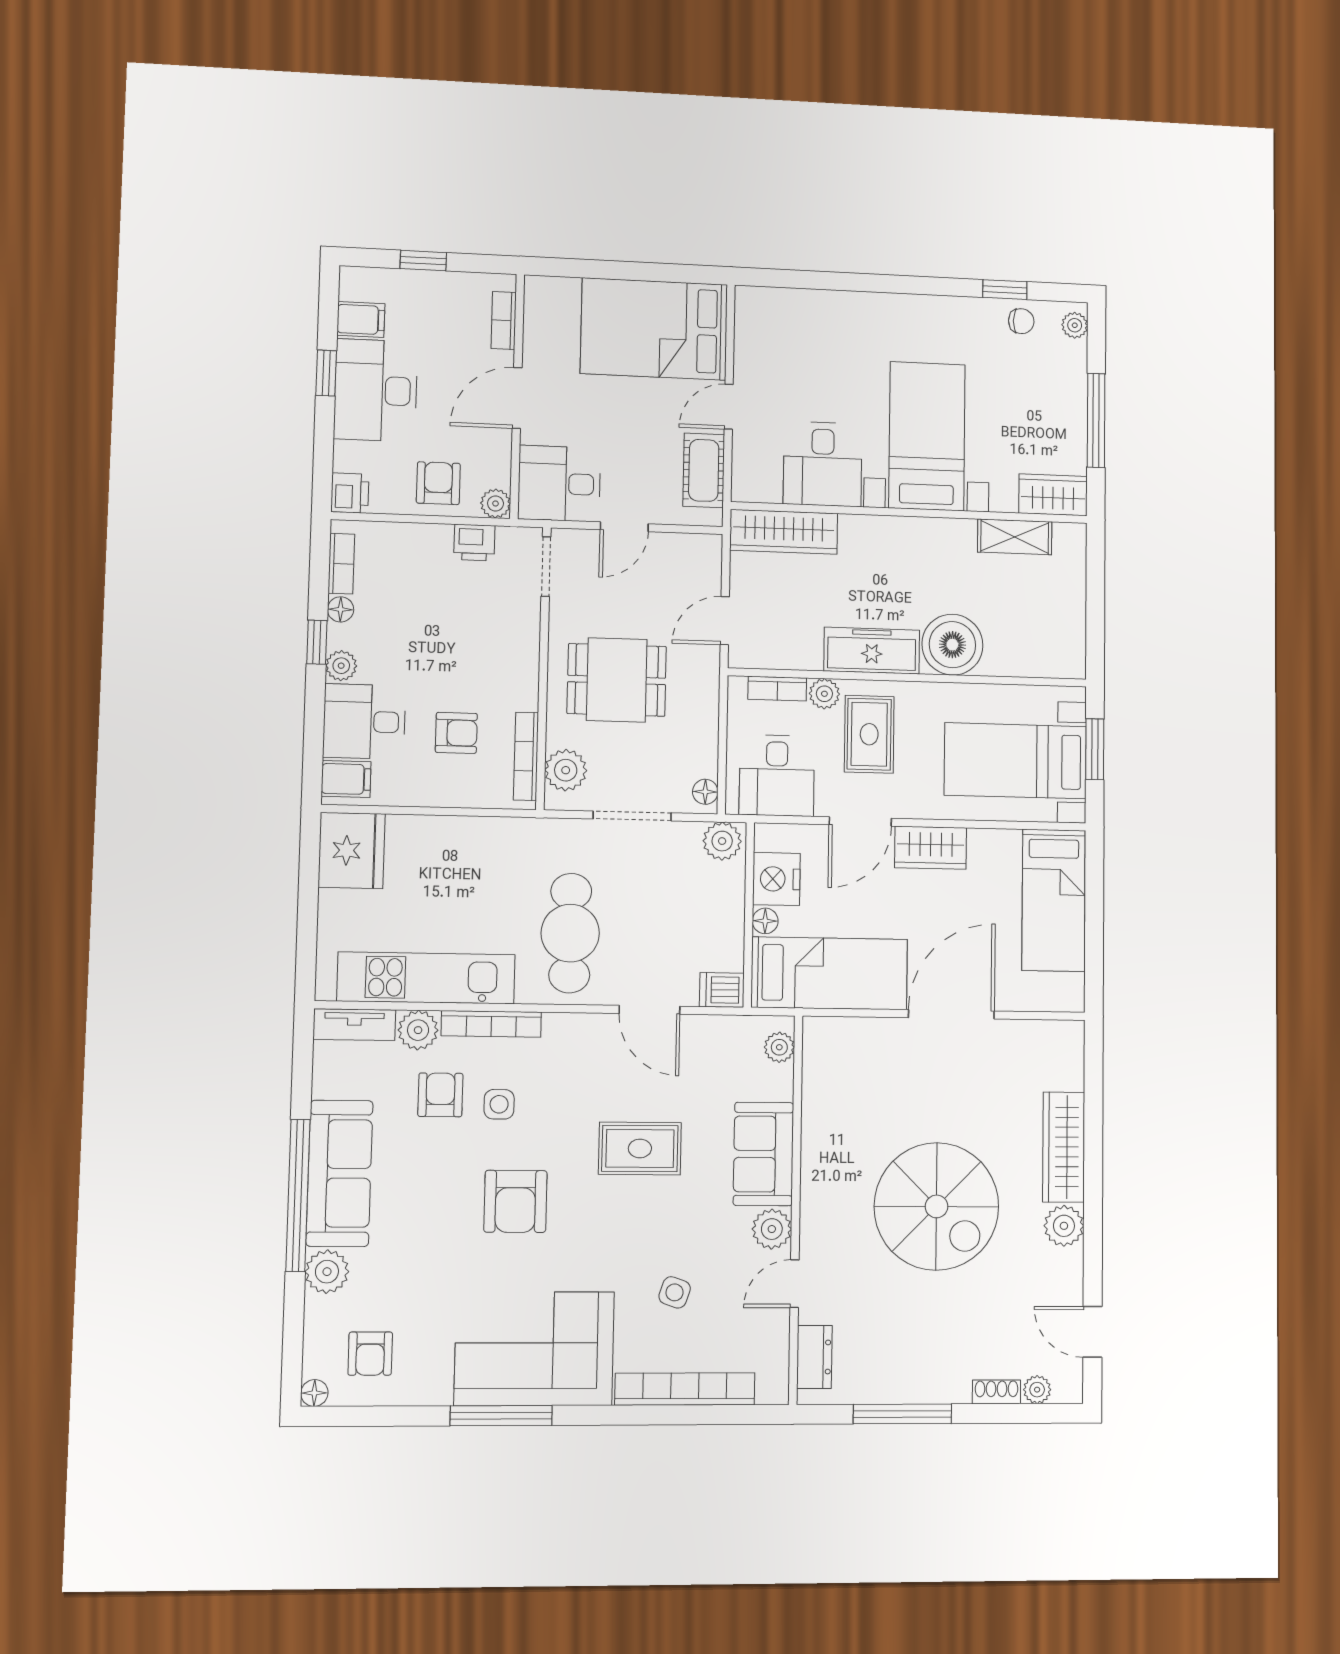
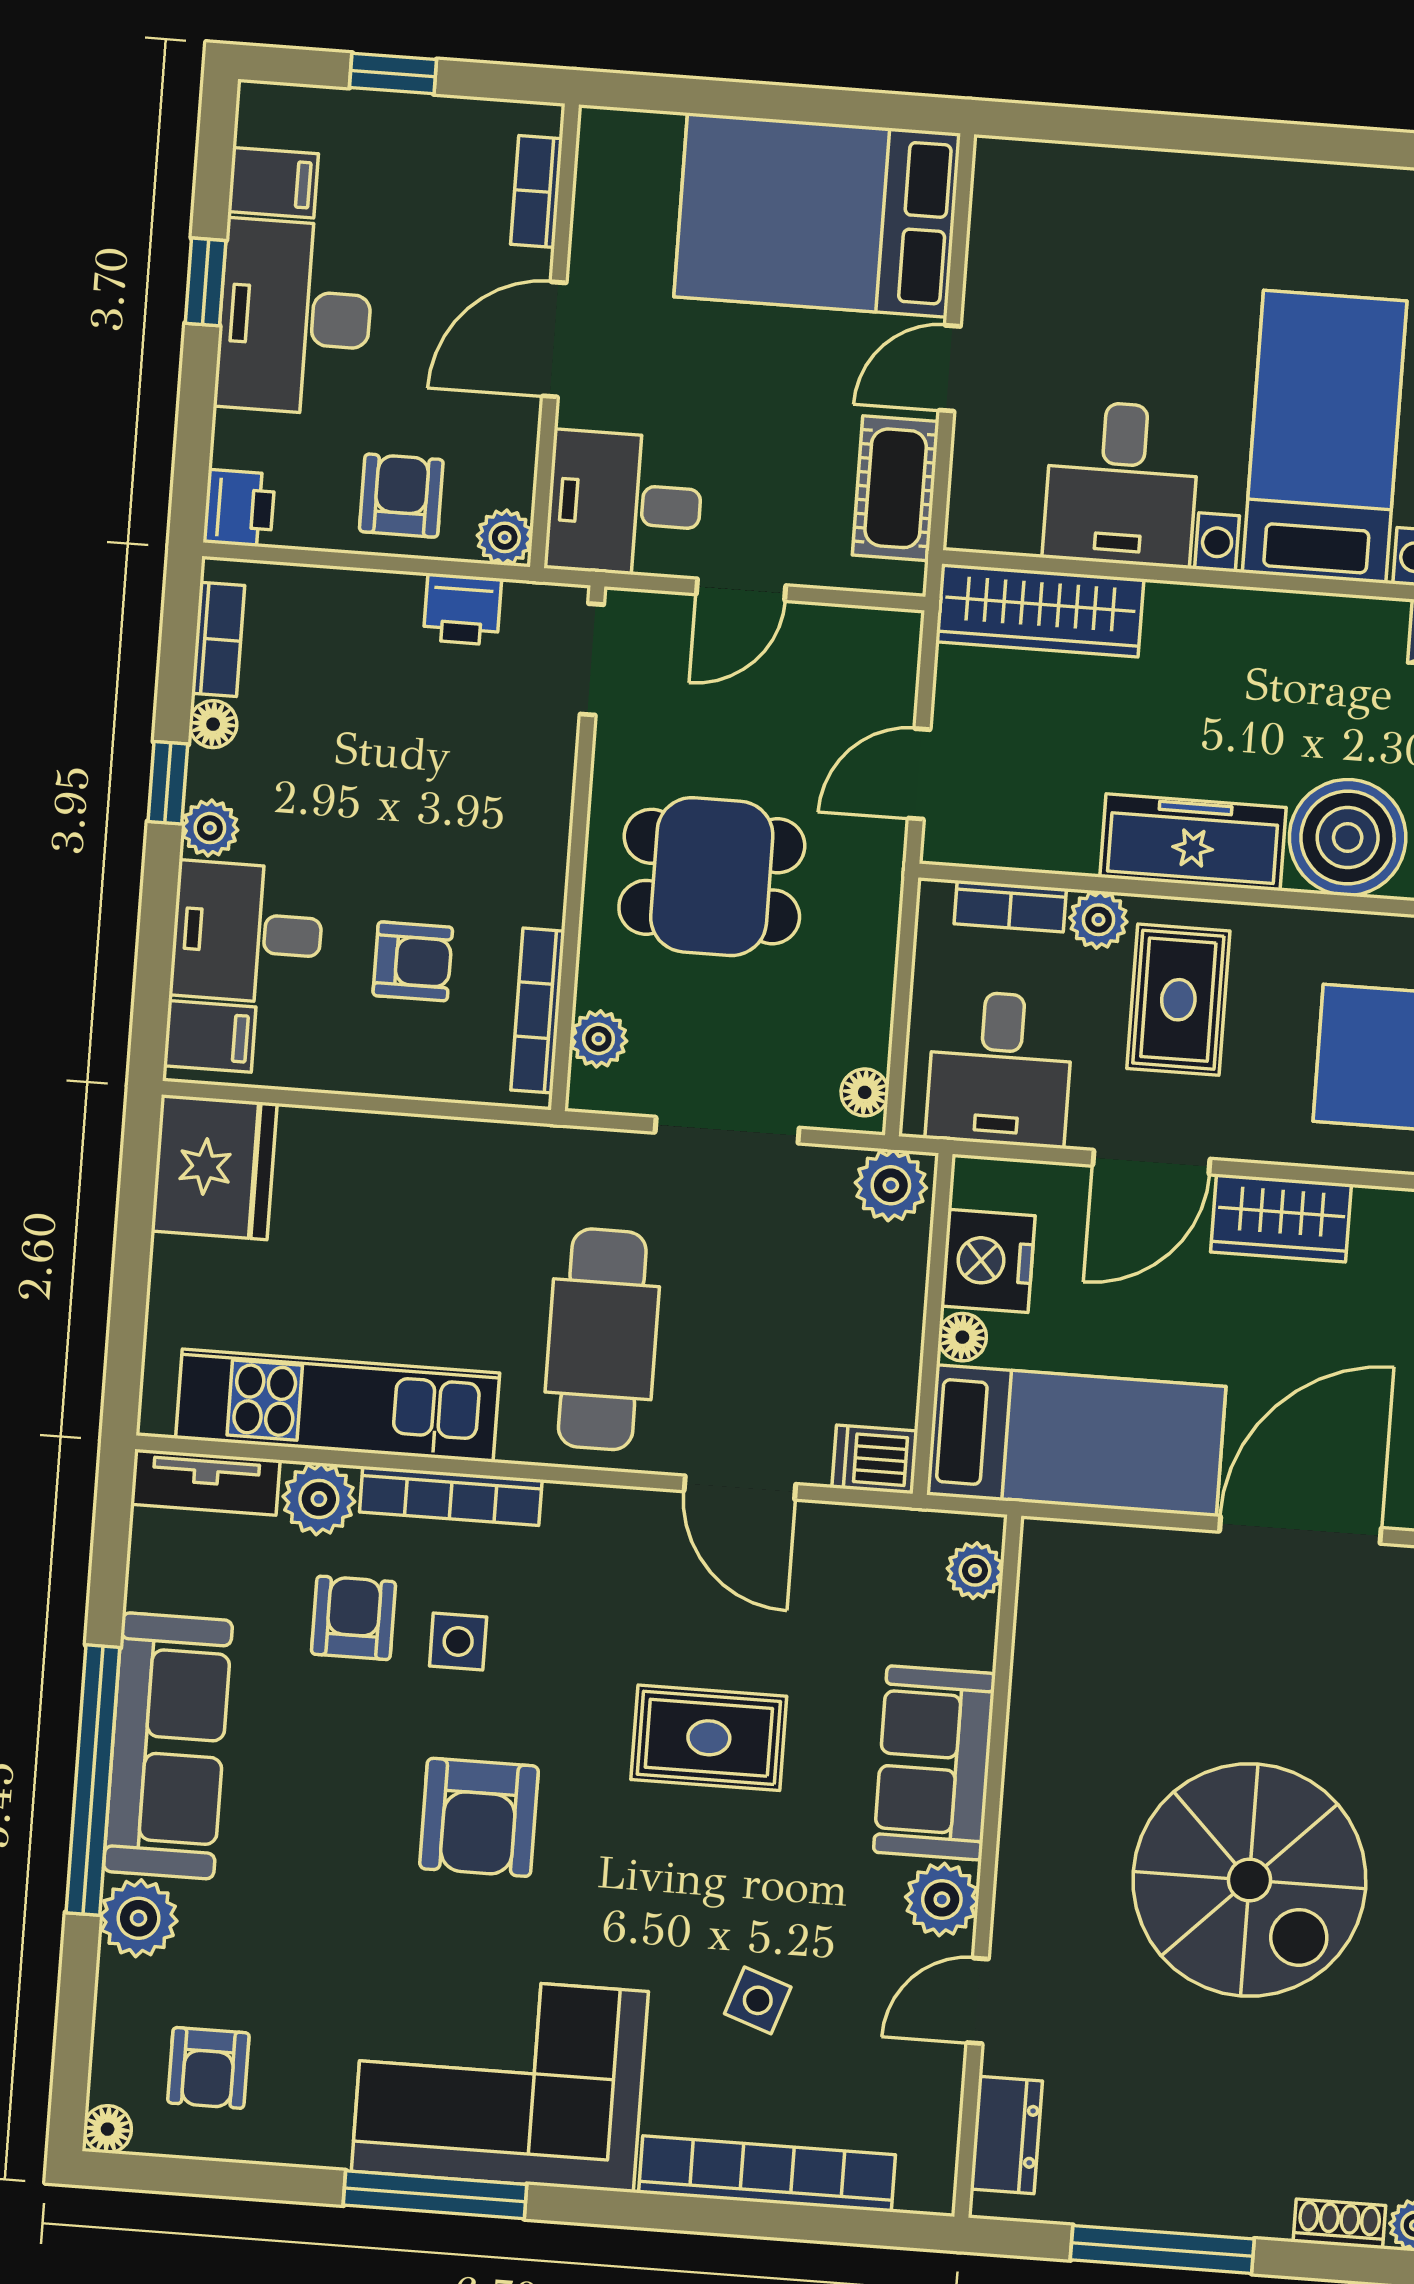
plant: (566, 770) -> (599, 1039), width x0.73, depth x0.73

